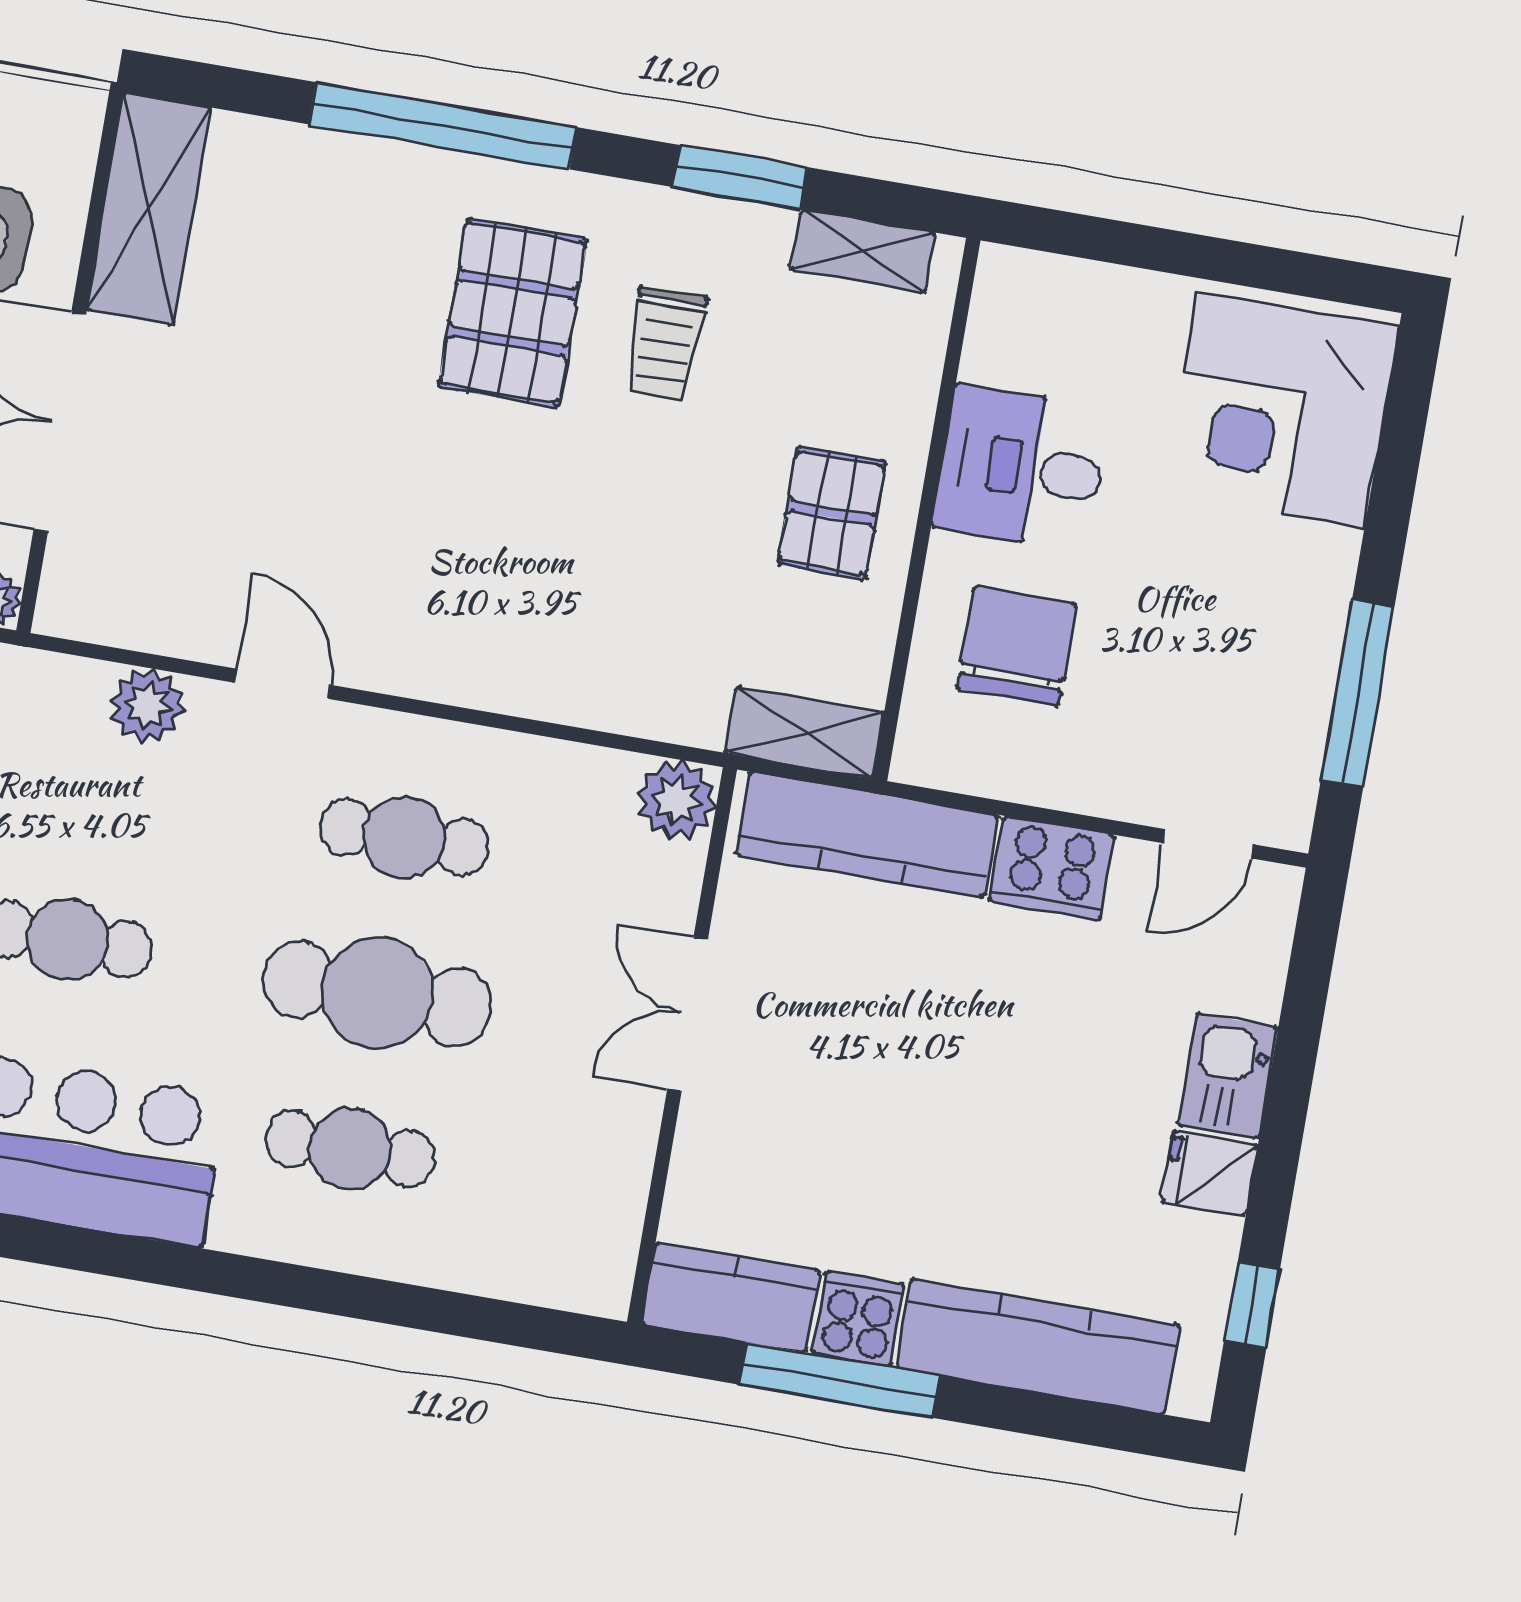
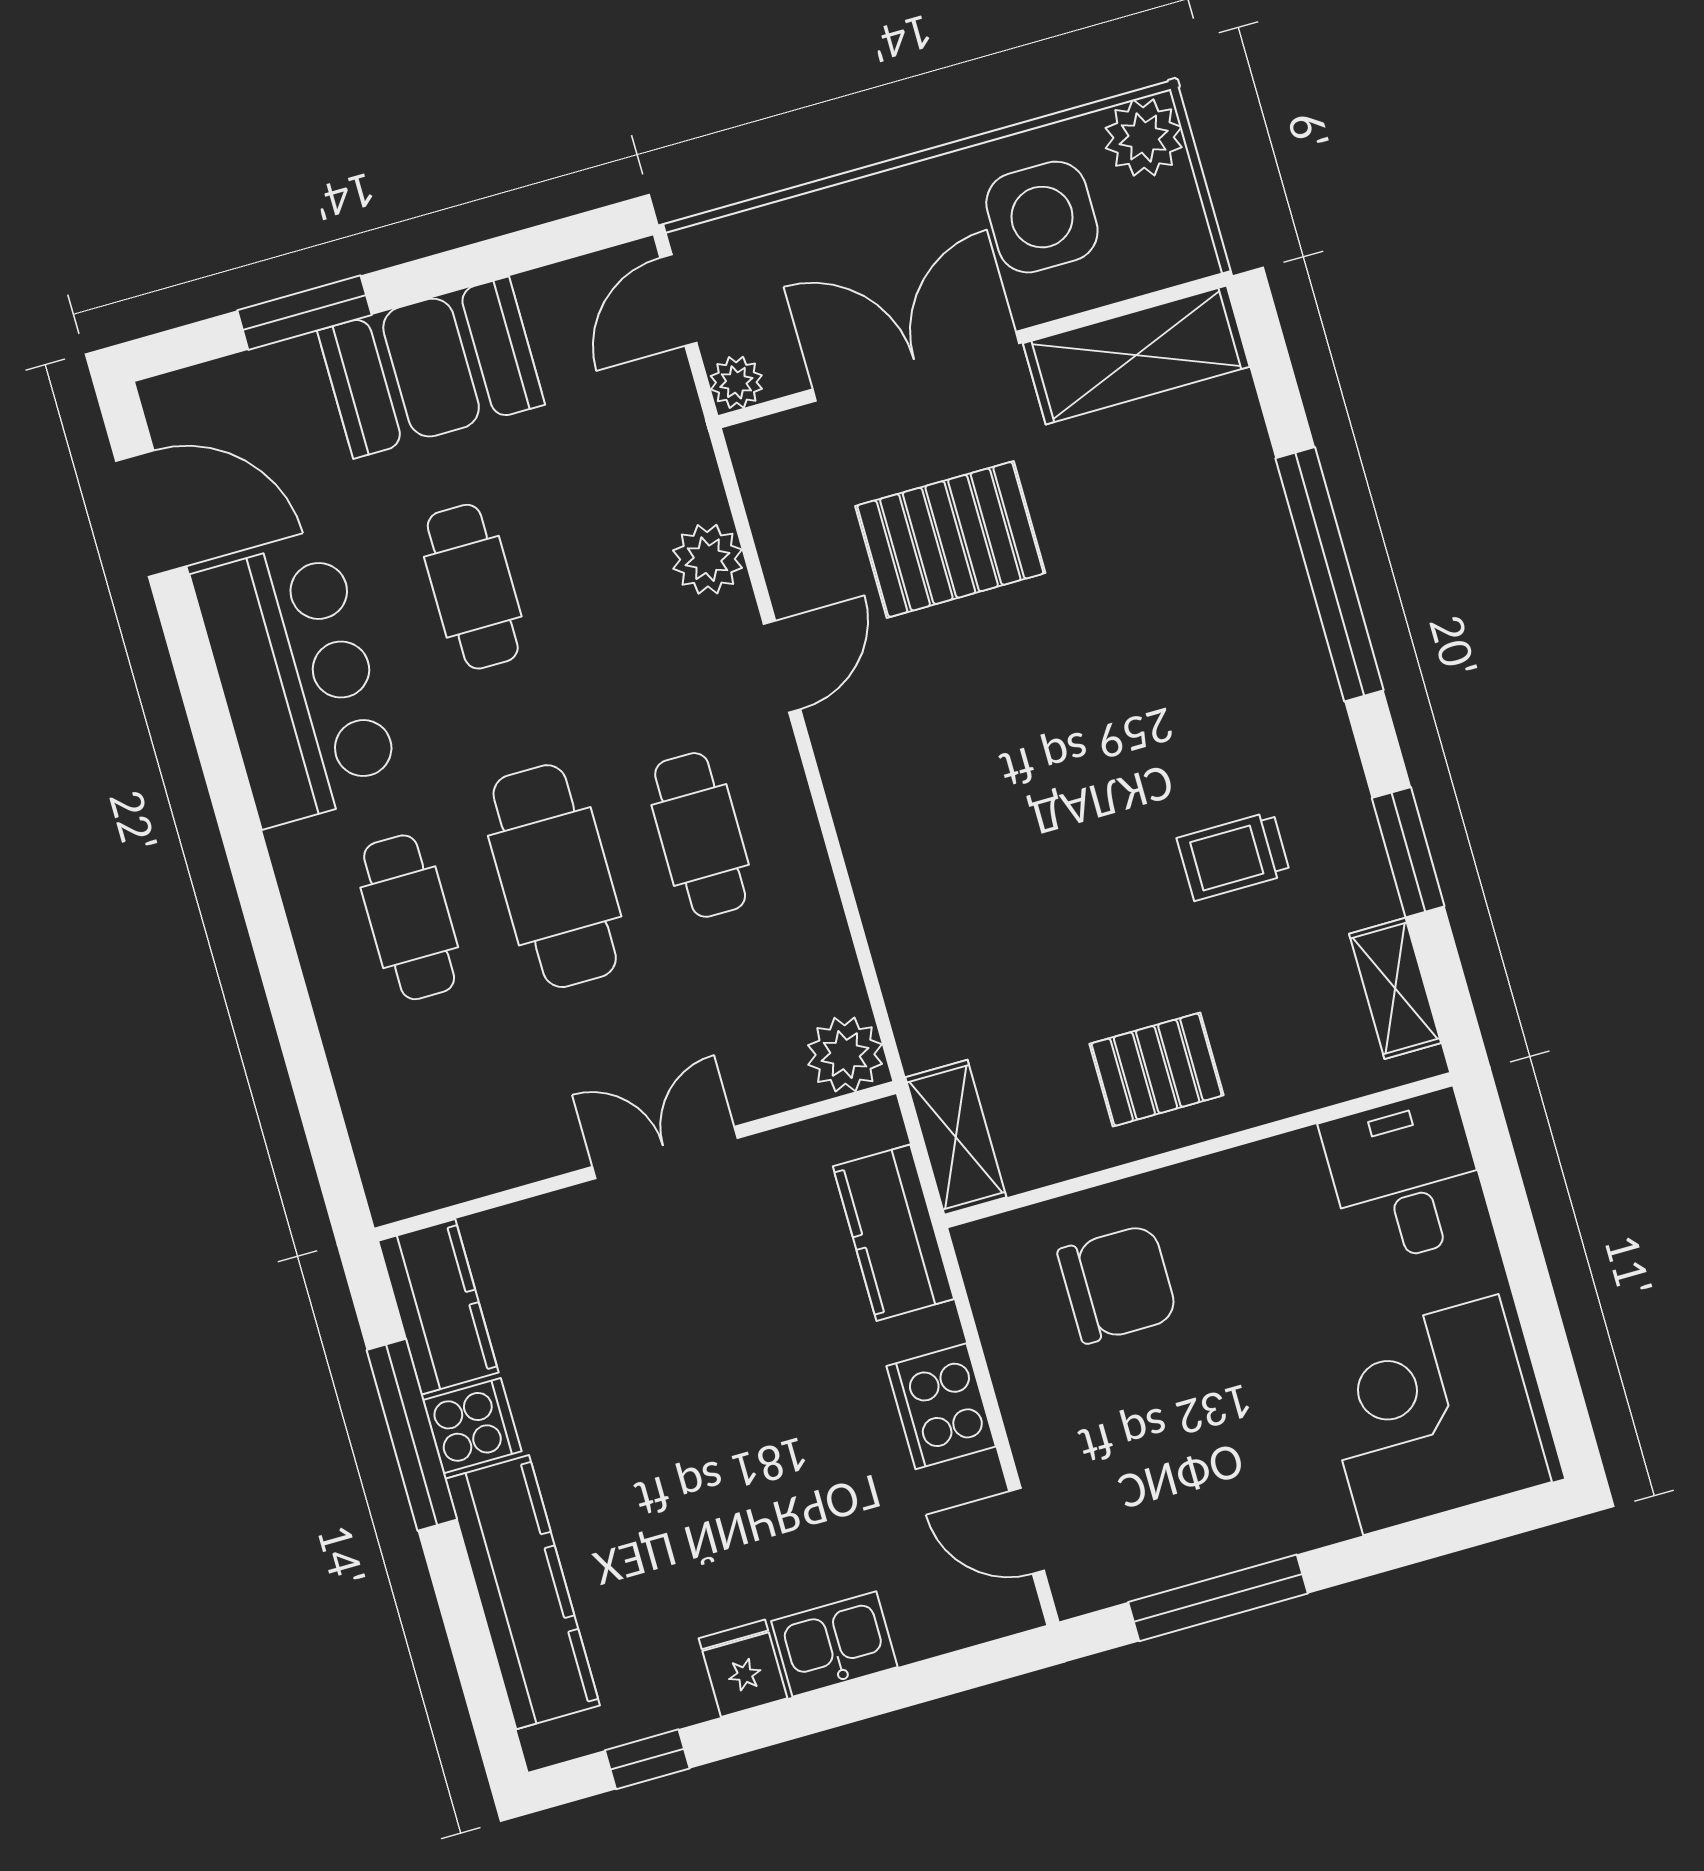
pallet: (513, 313) -> (950, 539), moved
desk: (1022, 468) -> (1406, 1178), moved
kitchen counter: (867, 835) -> (893, 1233), width x0.67

